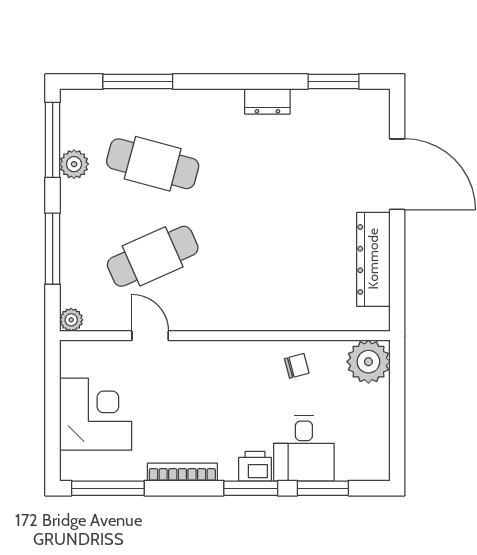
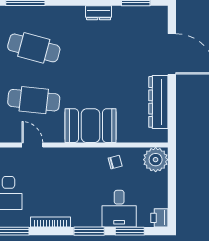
cafe table: (153, 256) -> (34, 100), turned 30
booth: (253, 301) -> (91, 126), added
printer: (255, 466) -> (159, 218), moved, turned -90

